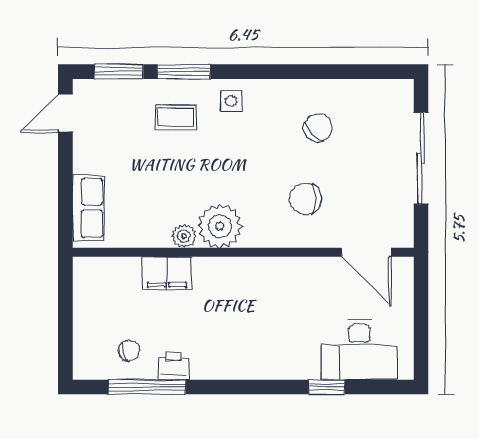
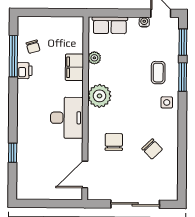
water cooler: (82, 144) -> (144, 22), added
plant: (184, 236) -> (94, 58), moved
desk: (359, 350) -> (67, 118), moved, turned 180

